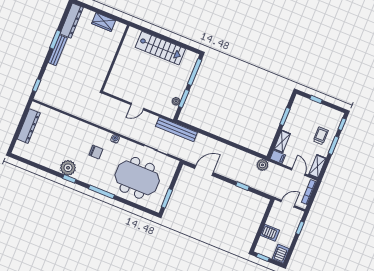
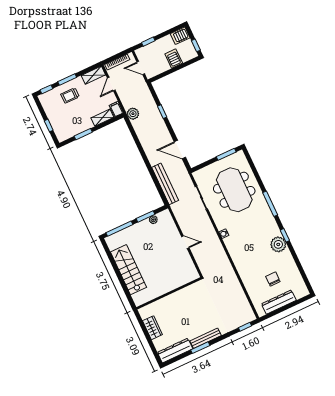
bench: (176, 129) -> (165, 184), moved
chair: (96, 152) -> (273, 279), moved

